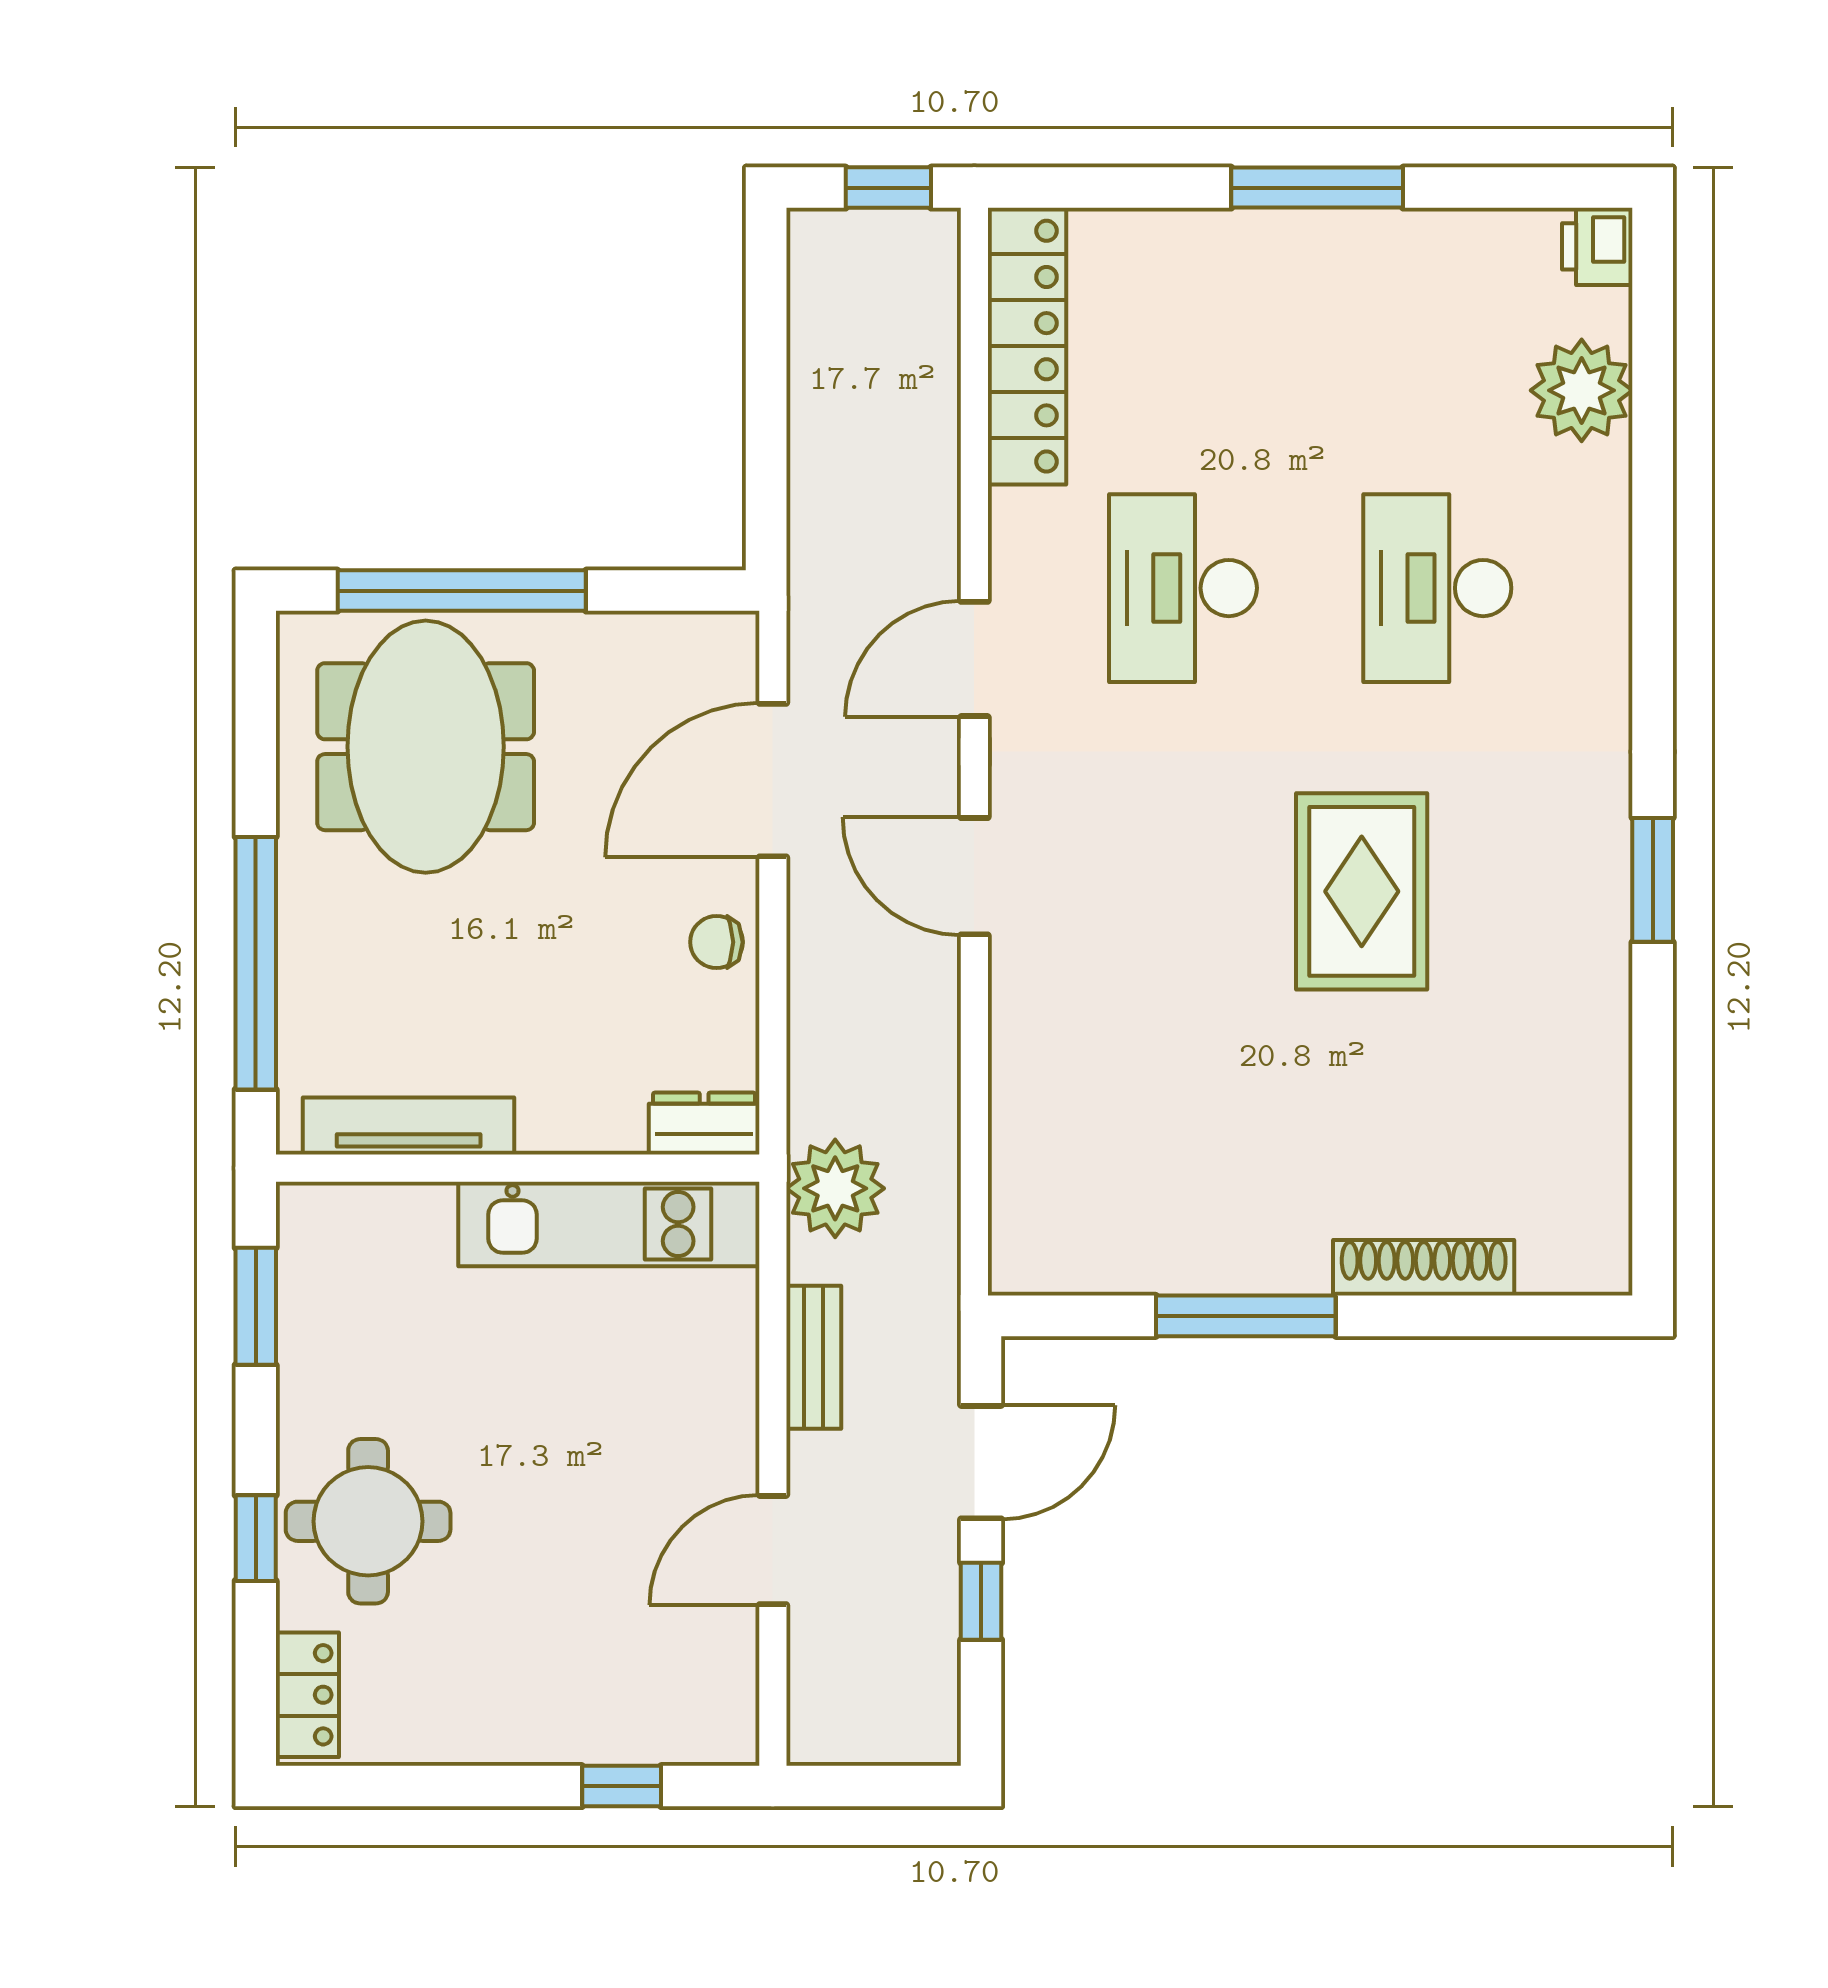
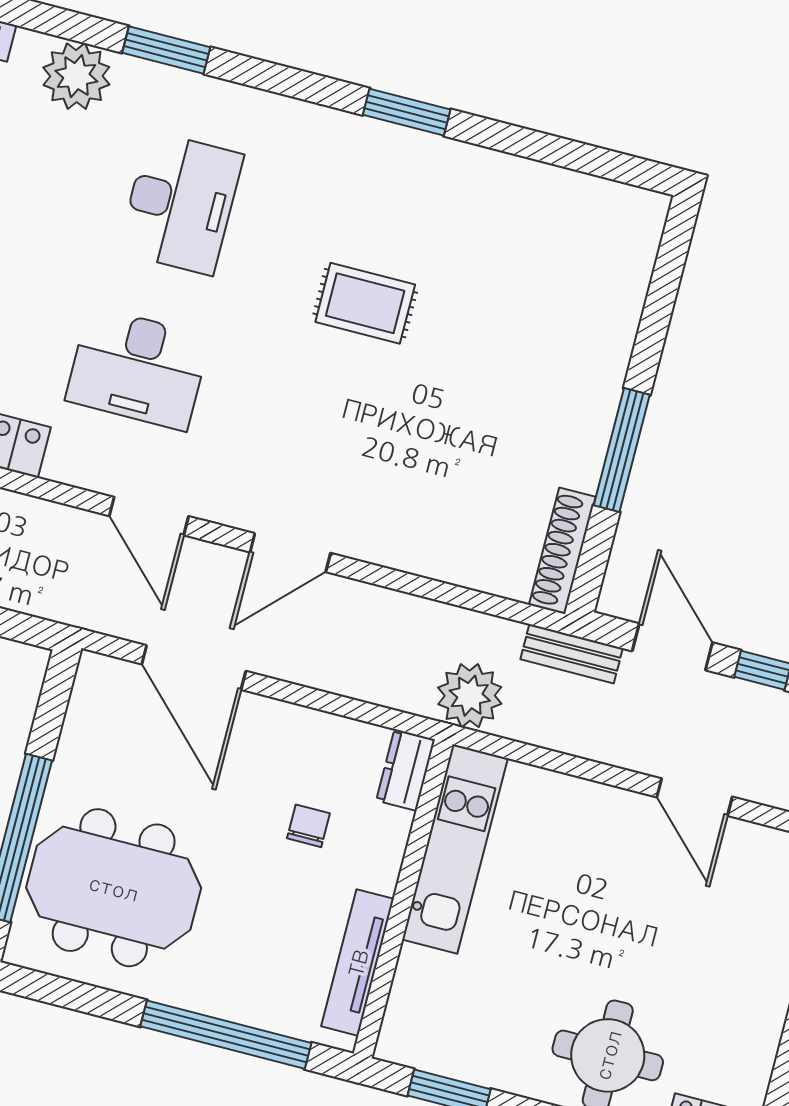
window: (1653, 510) -> (166, 50), added
desk: (1437, 588) -> (181, 203), turned -90
rug: (1362, 891) -> (365, 303), width x0.73, depth x0.70
chair: (717, 942) -> (308, 826), moved, turned 180
shoe rack: (1424, 1268) -> (562, 551), moved
bench: (814, 1357) -> (572, 654), moved

